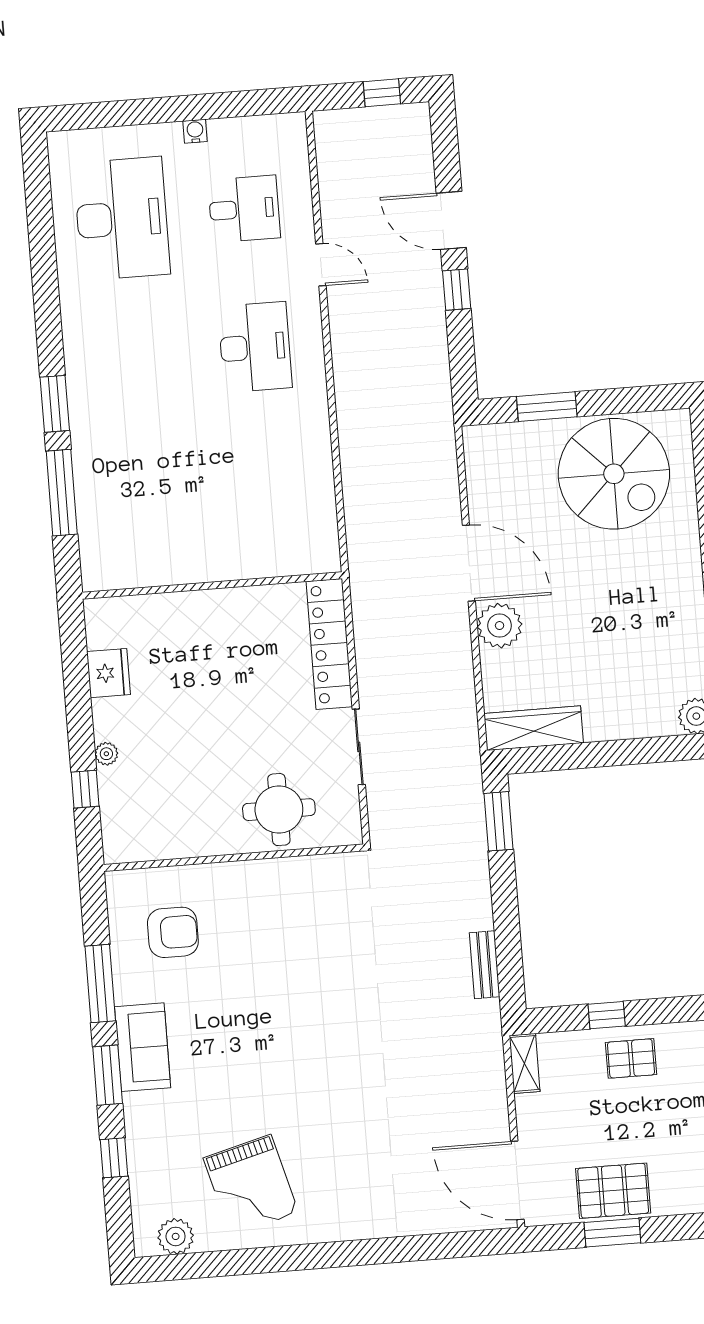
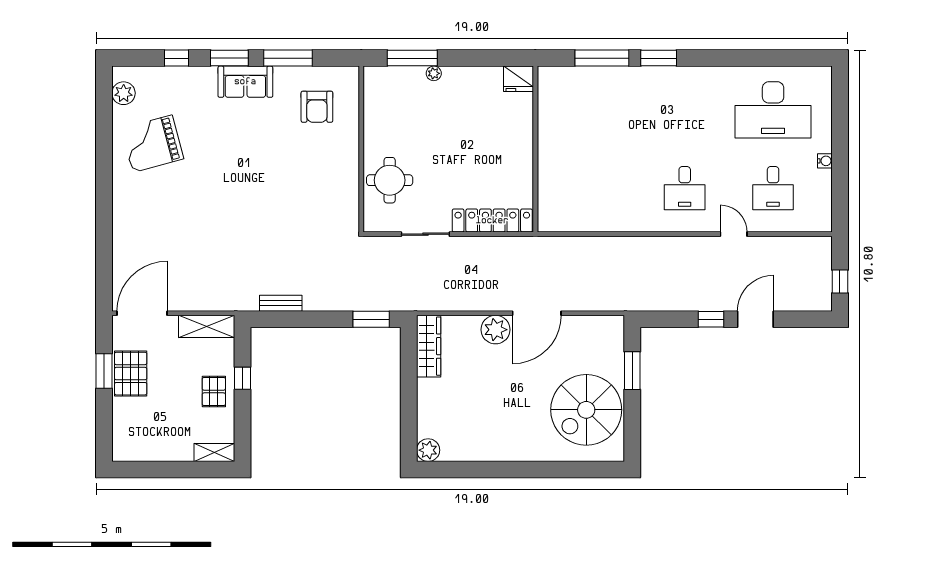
door: (321, 265) -> (734, 234), swing flipped
desk: (255, 347) -> (685, 188), width x0.73
fridge: (109, 673) -> (518, 79), moved
window: (85, 789) -> (412, 58), width x2.17
shelving: (525, 1063) -> (207, 326), width x1.50, depth x1.33

